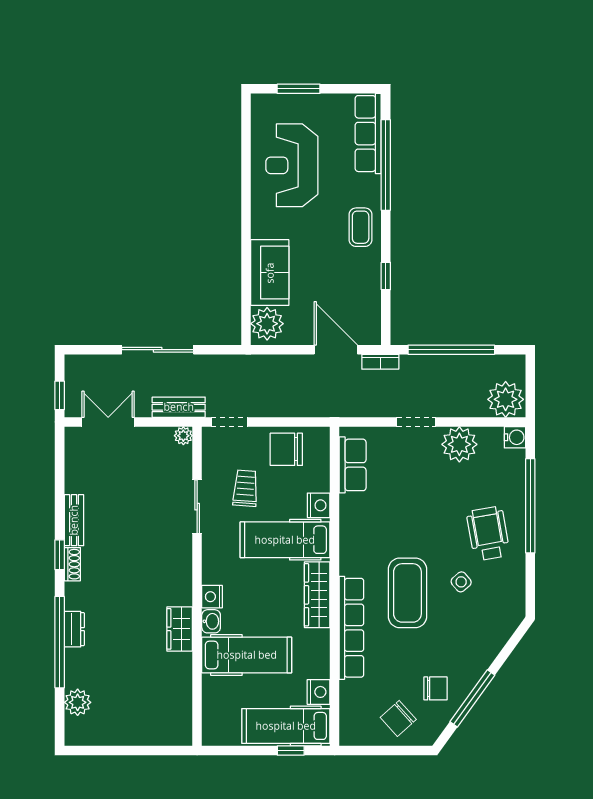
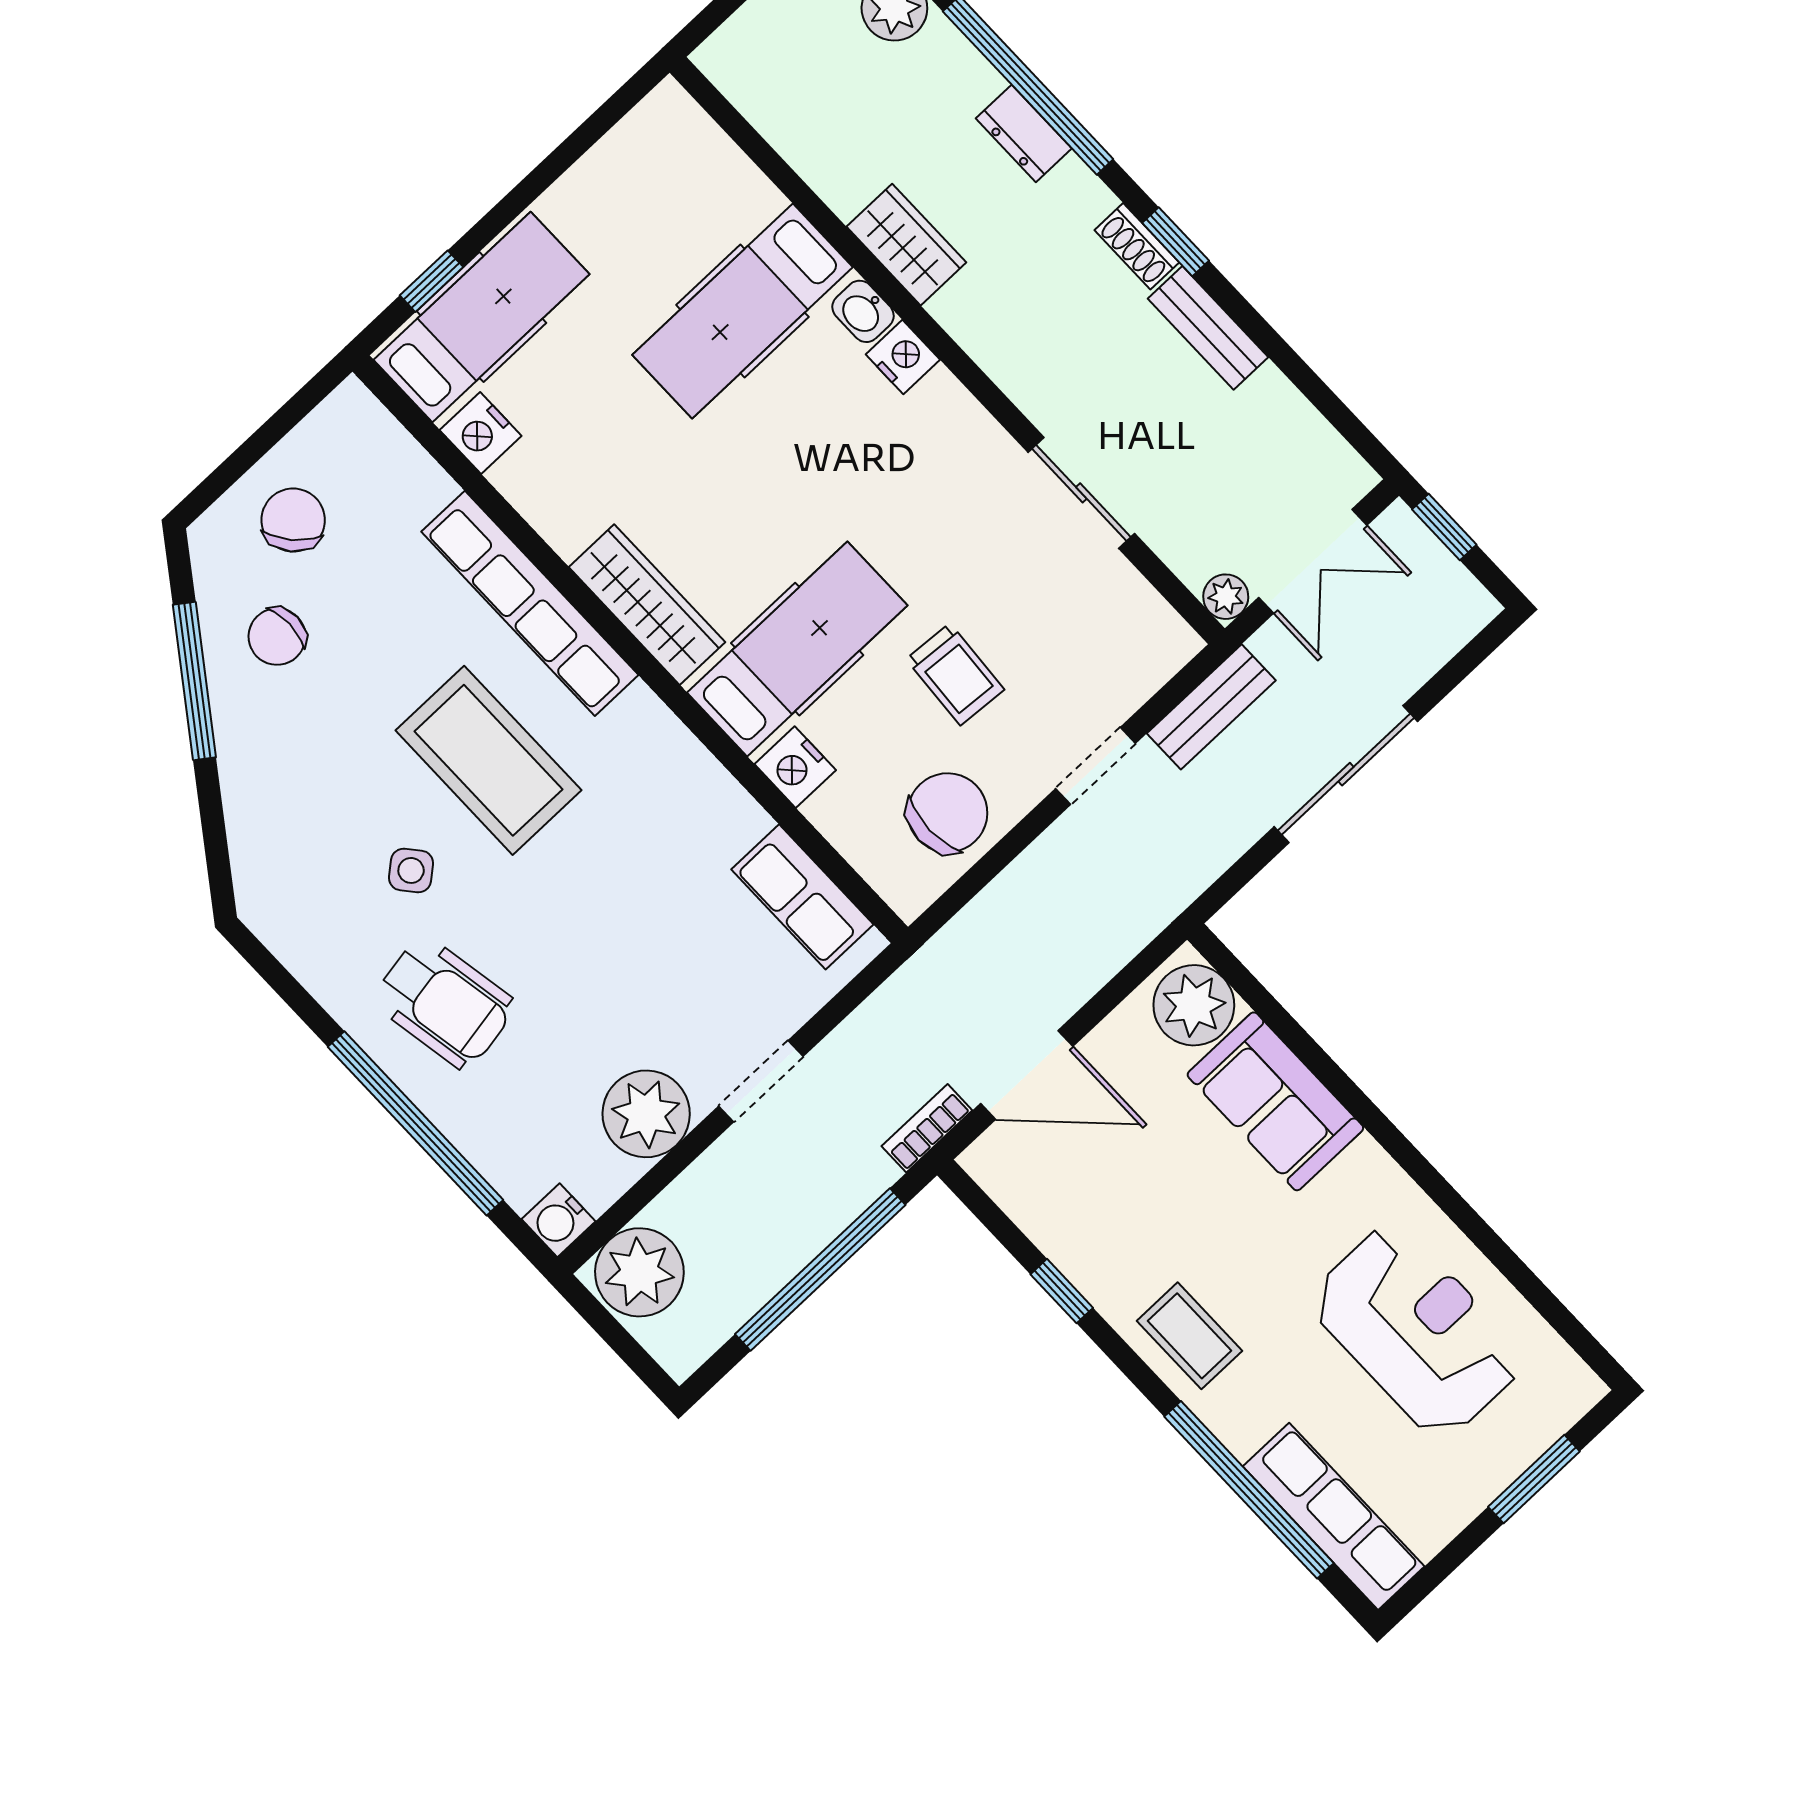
plant: (183, 436) -> (1226, 597), moved
sliding door: (197, 507) -> (1081, 493), moved
wall: (197, 586) -> (947, 351), moved
nightstand: (212, 597) -> (903, 357), moved
washbasin: (211, 621) -> (863, 311), moved
wardrobe: (180, 629) -> (906, 245), moved
hospital bed: (247, 655) -> (742, 311), moved

